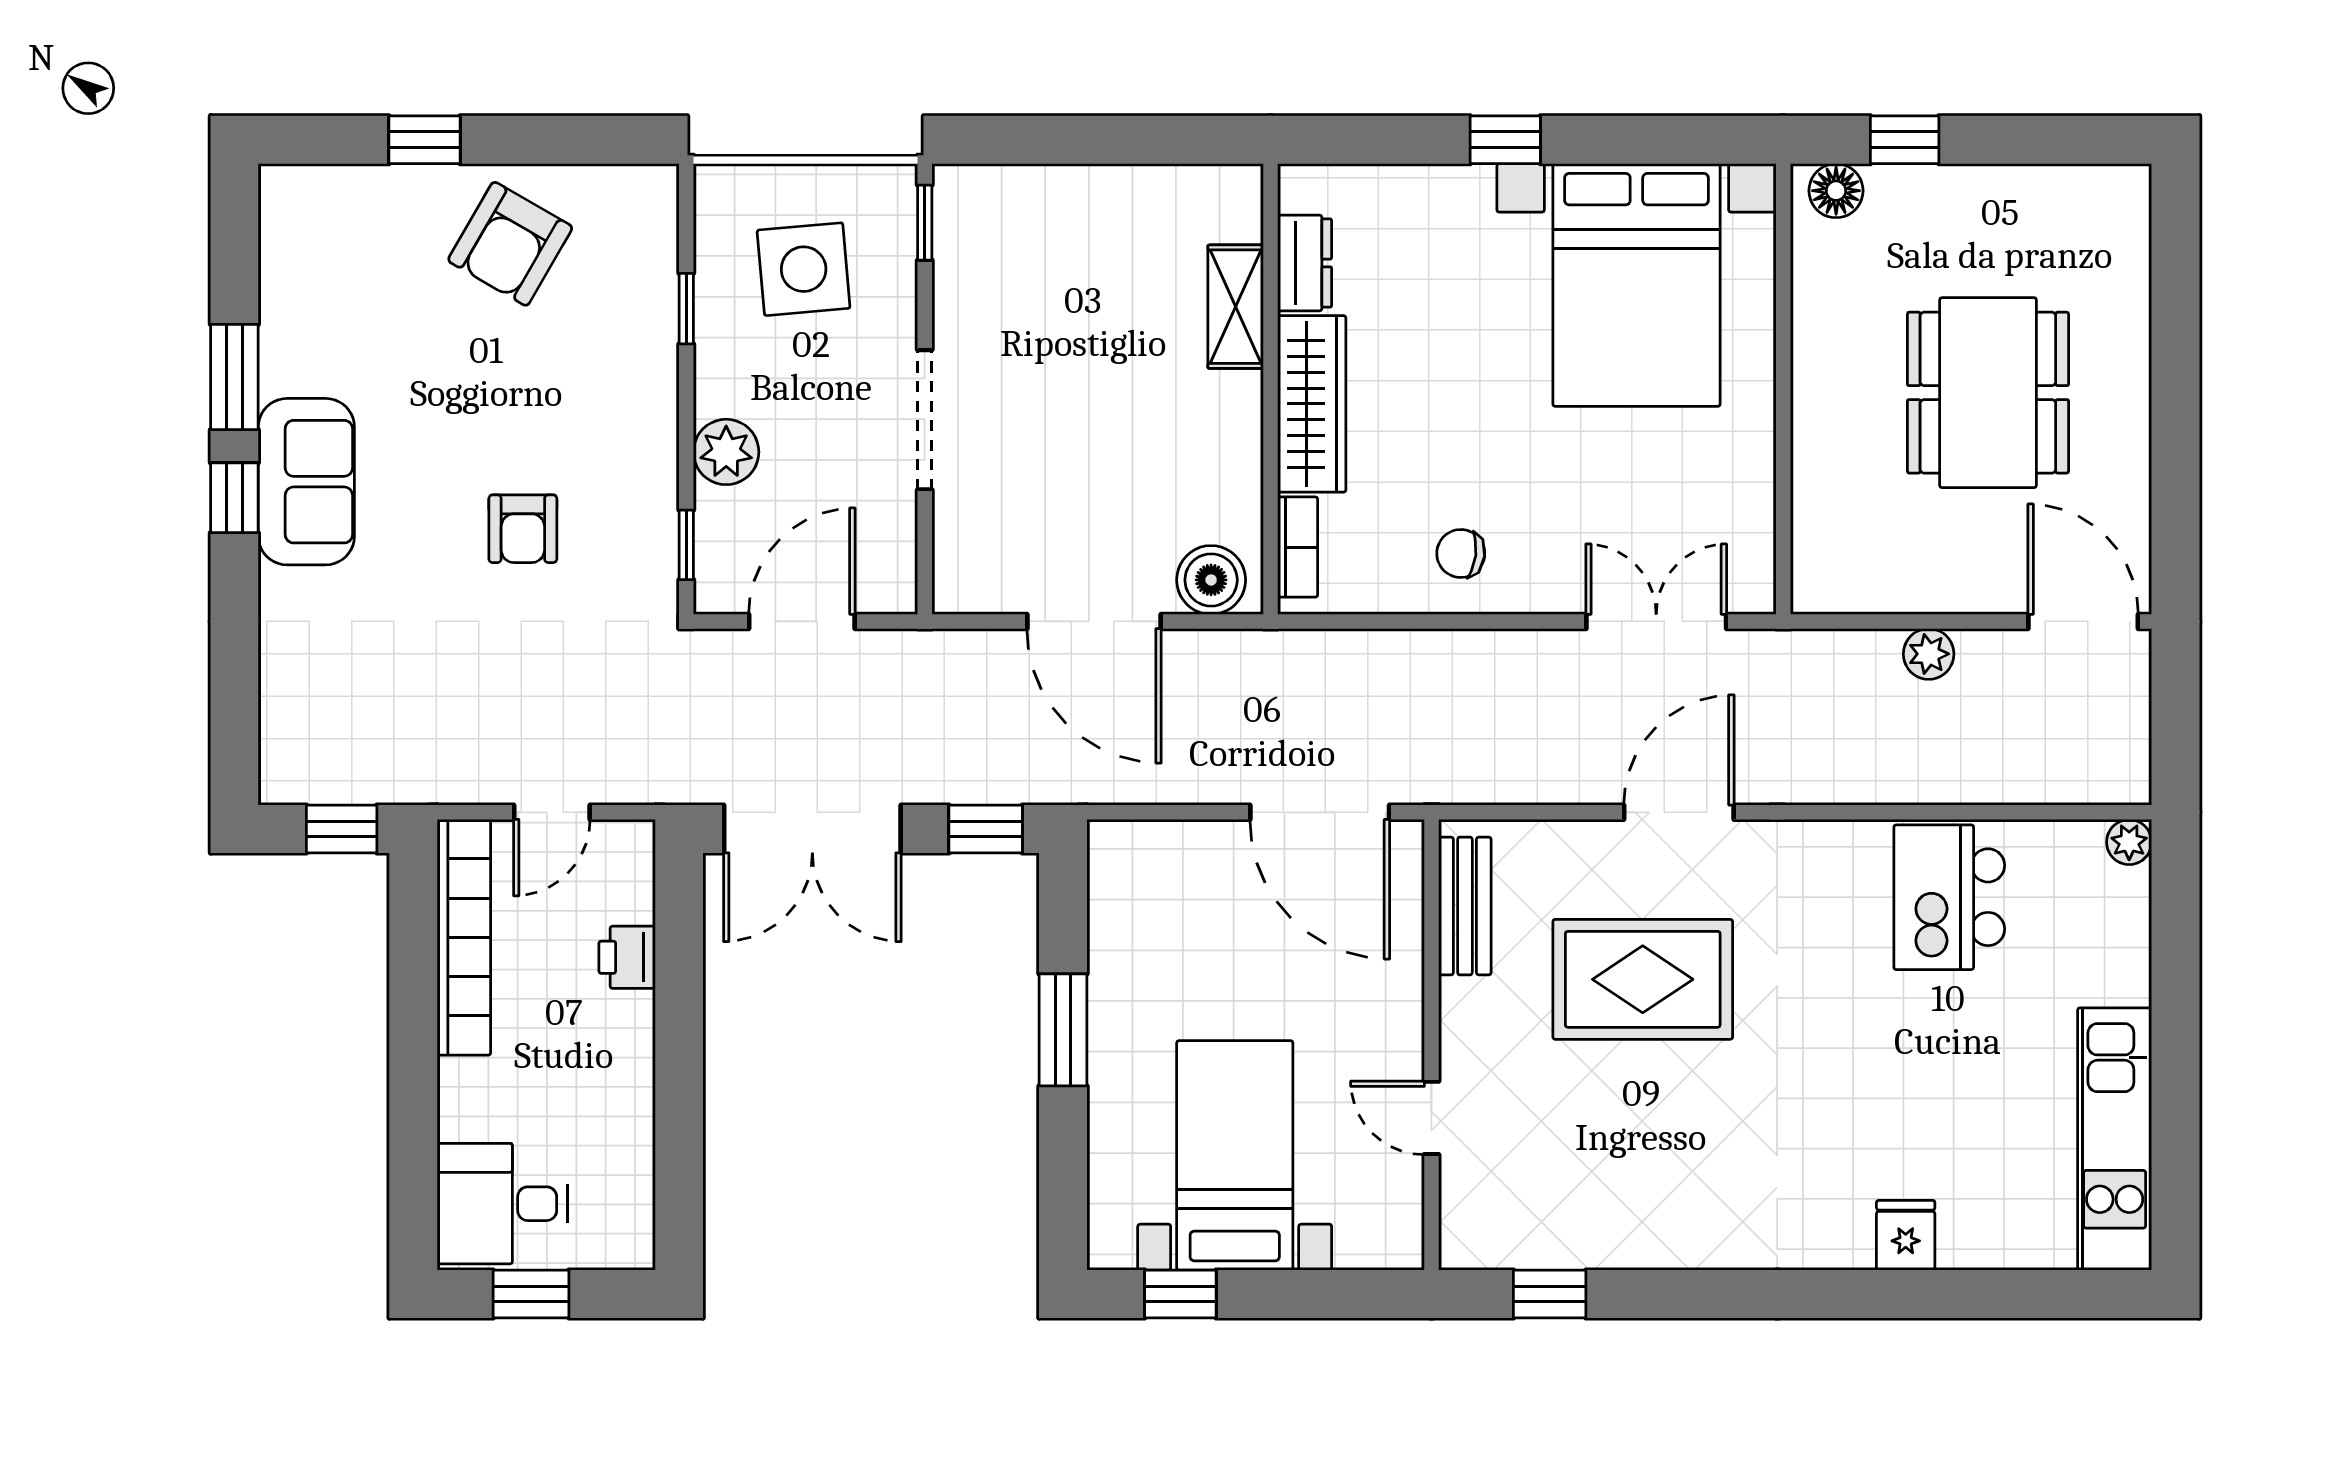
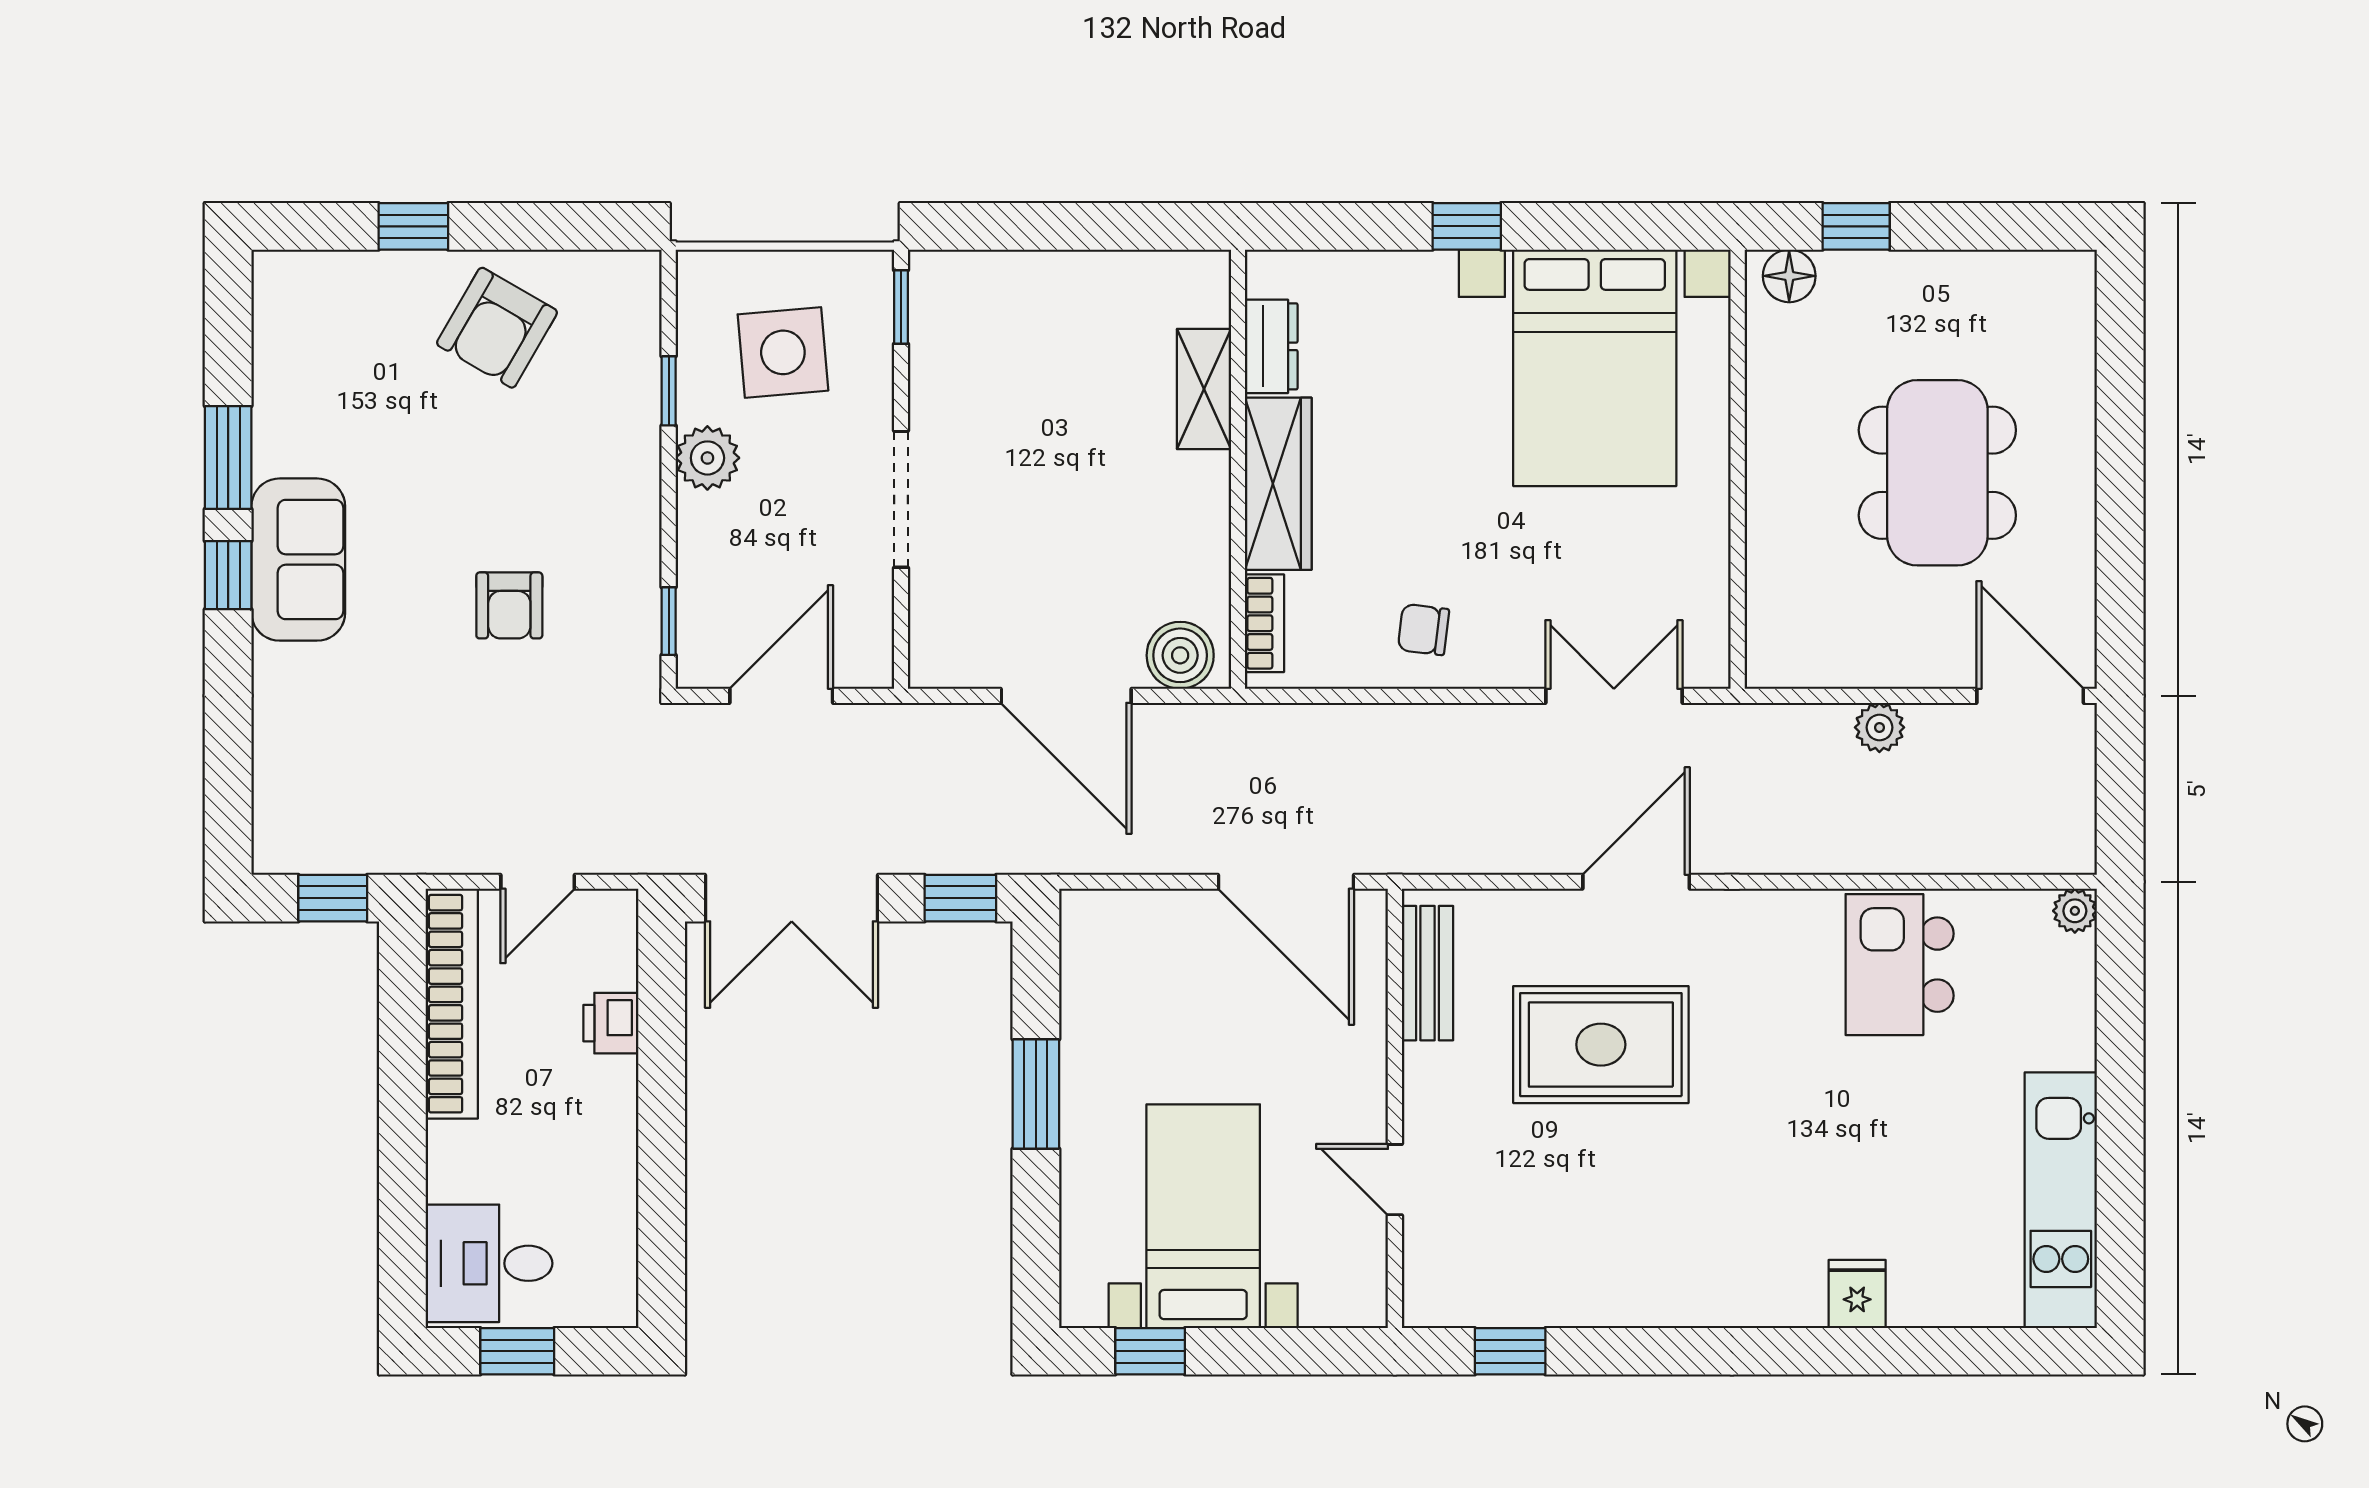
plant: (726, 452) -> (707, 458), moved

